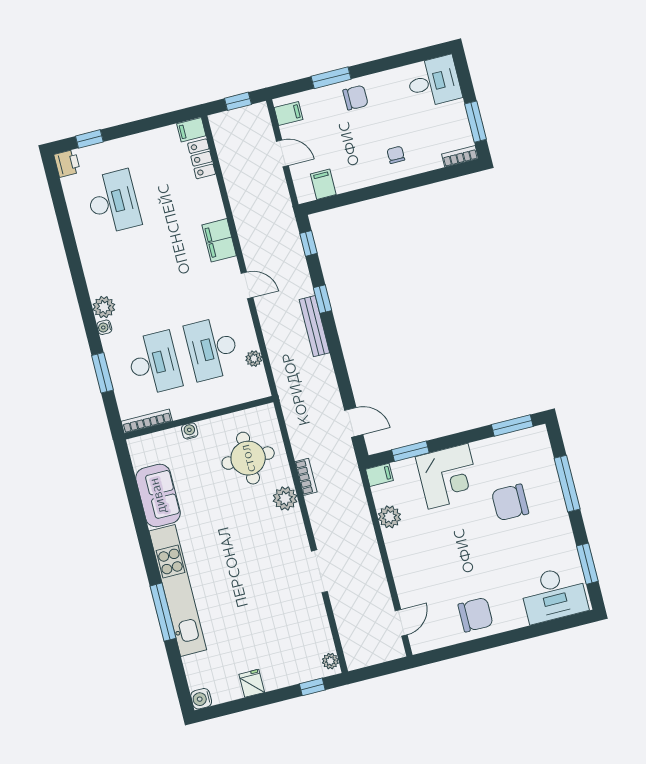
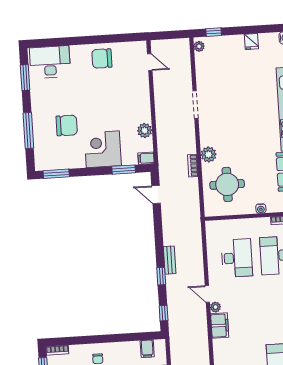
bench: (314, 326) -> (170, 260), width x0.73
plant: (254, 359) -> (215, 307), moved
door: (401, 623) -> (150, 62), swing flipped

